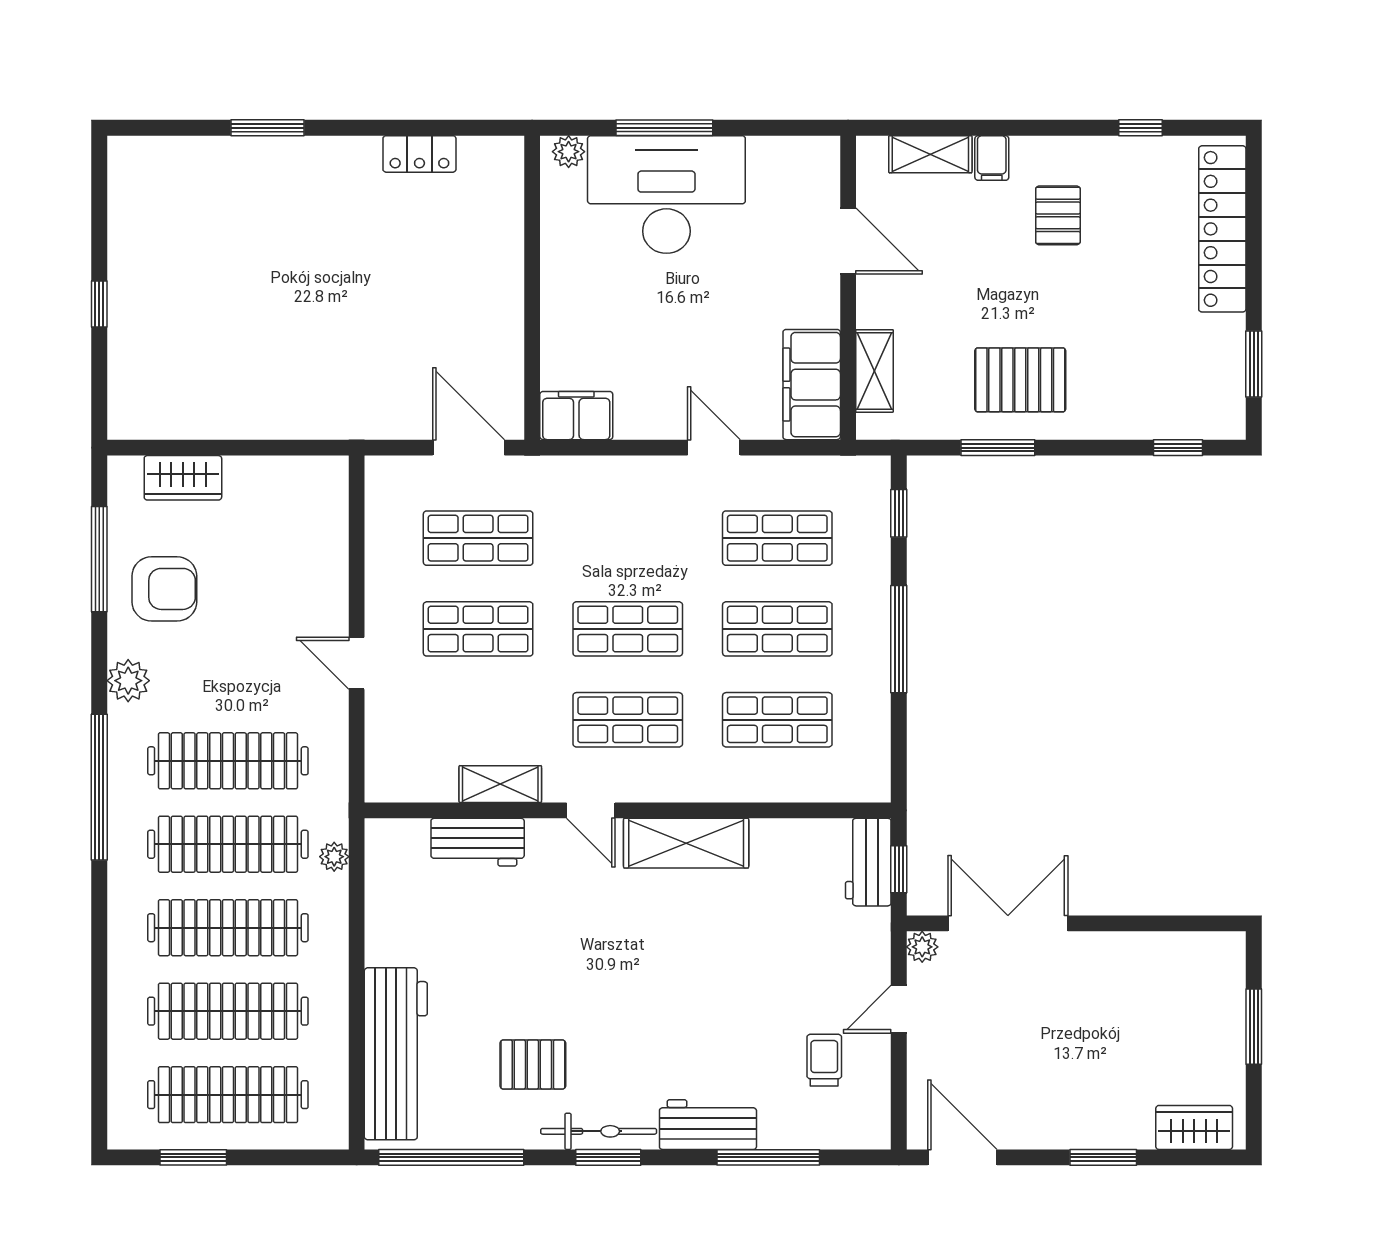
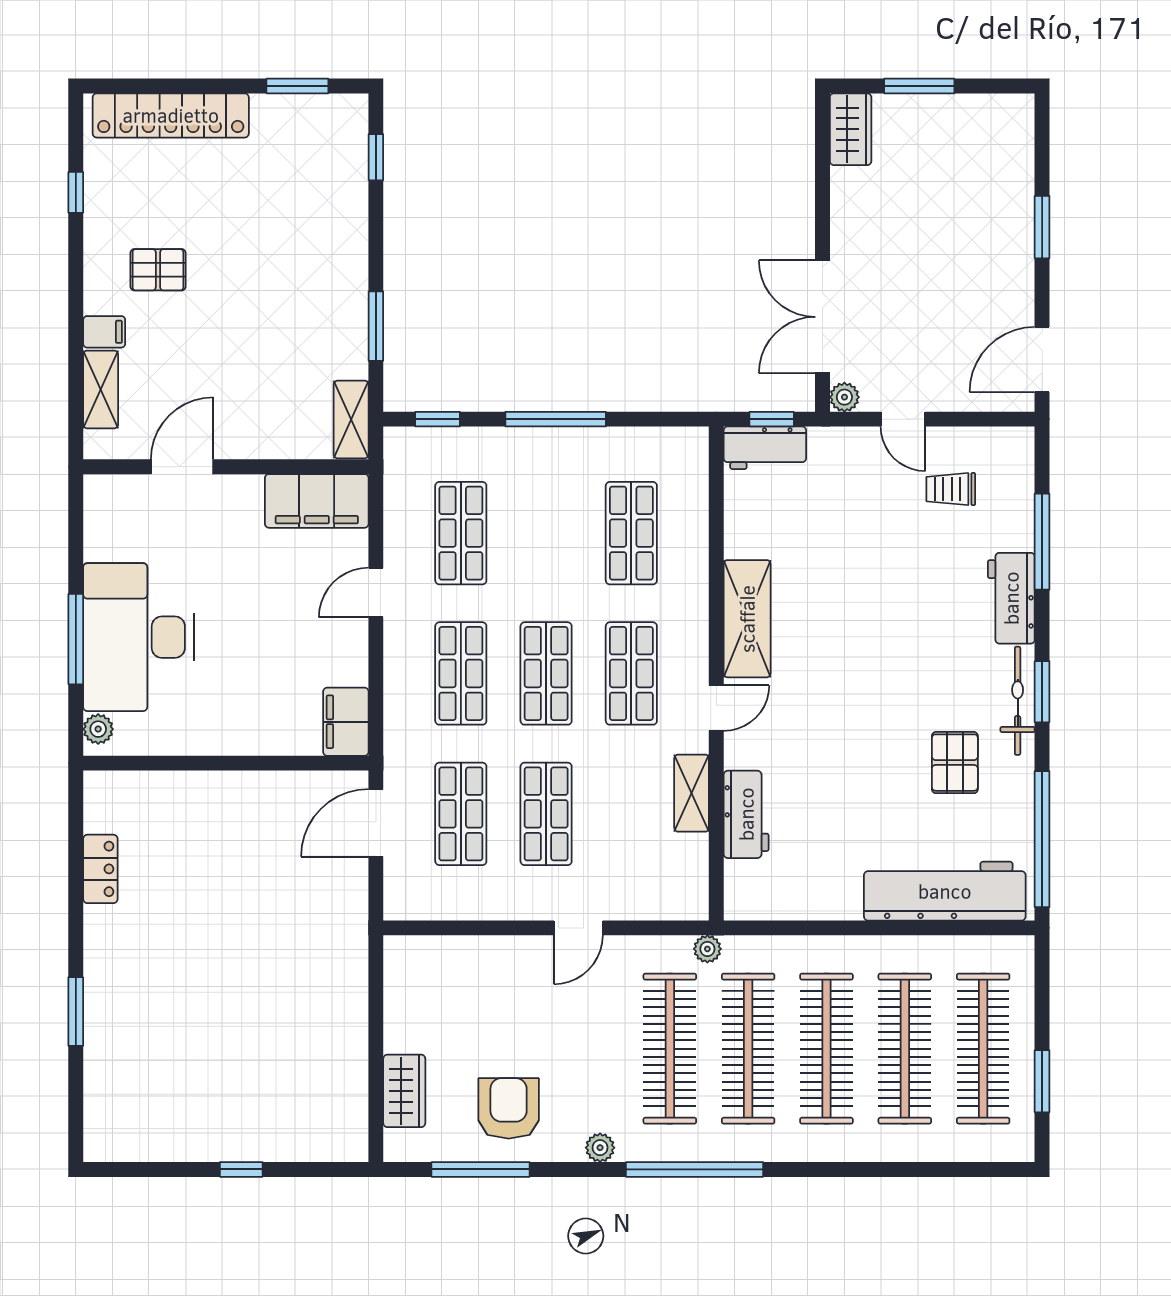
shelving: (875, 371) -> (351, 420), moved, turned 90
pallet: (1020, 380) -> (312, 305), removed
shop shelf: (777, 629) -> (461, 673), moved
plant: (128, 681) -> (600, 1148), width x0.73, depth x0.73
plant: (334, 857) -> (707, 949), moved
wardrobe: (1194, 1127) -> (851, 129), moved, turned 180

